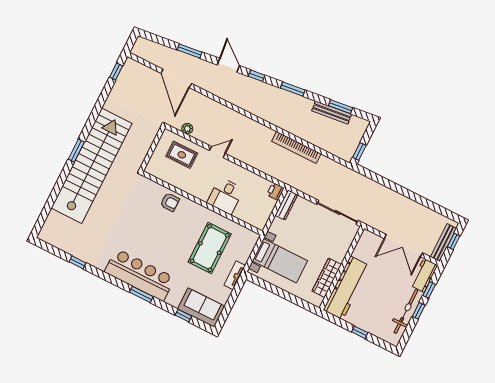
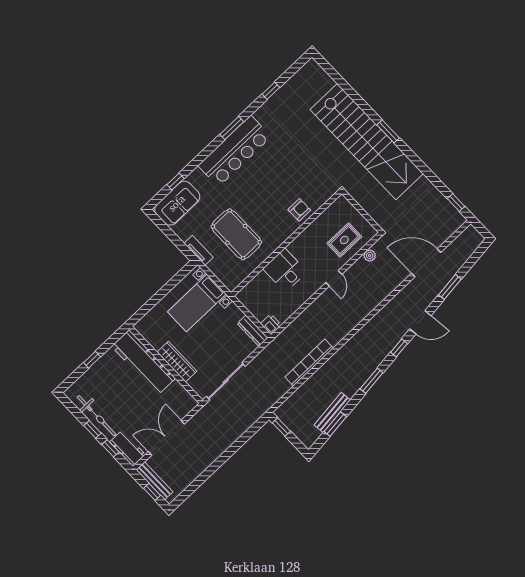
armchair: (170, 202) -> (299, 210), turned 180
wardrobe: (327, 278) -> (177, 362), moved
window: (141, 294) -> (232, 128), moved

